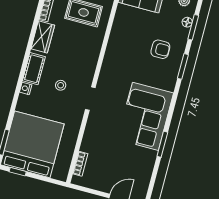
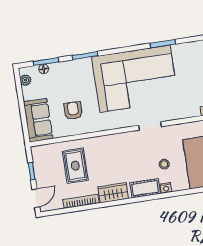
armchair: (160, 49) -> (73, 111), moved
stool: (61, 85) -> (164, 164), moved
corner sofa: (145, 116) -> (135, 79), width x1.36, depth x1.36

